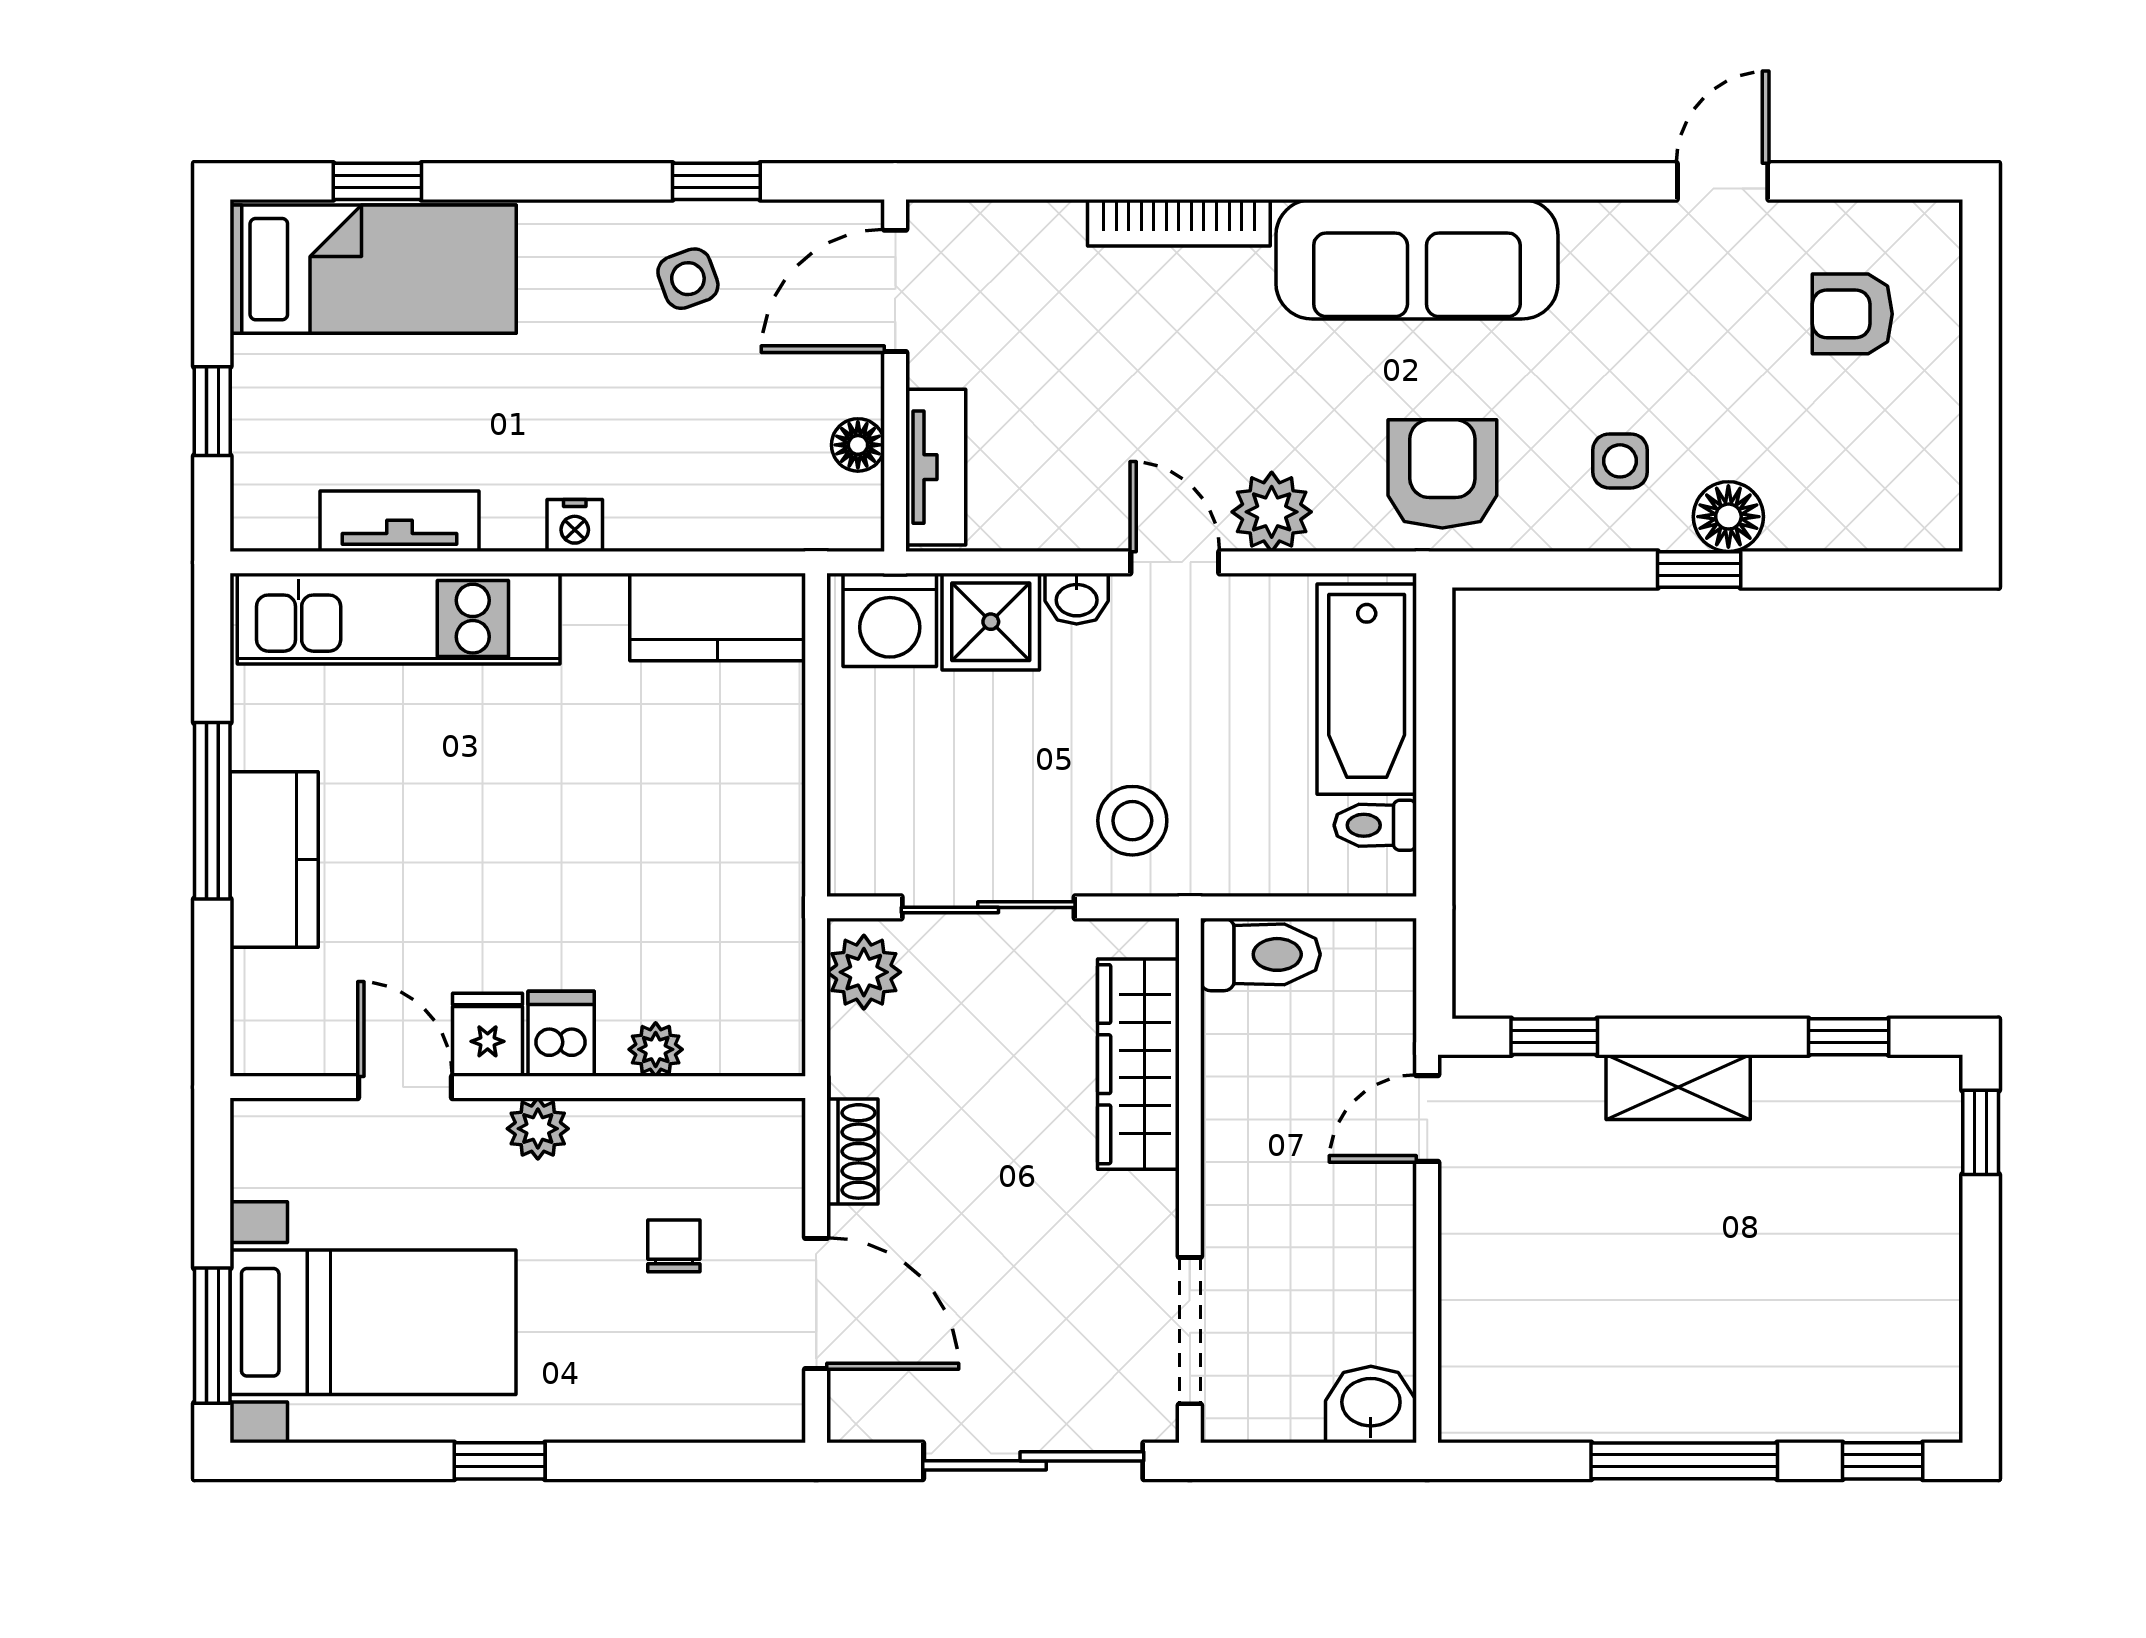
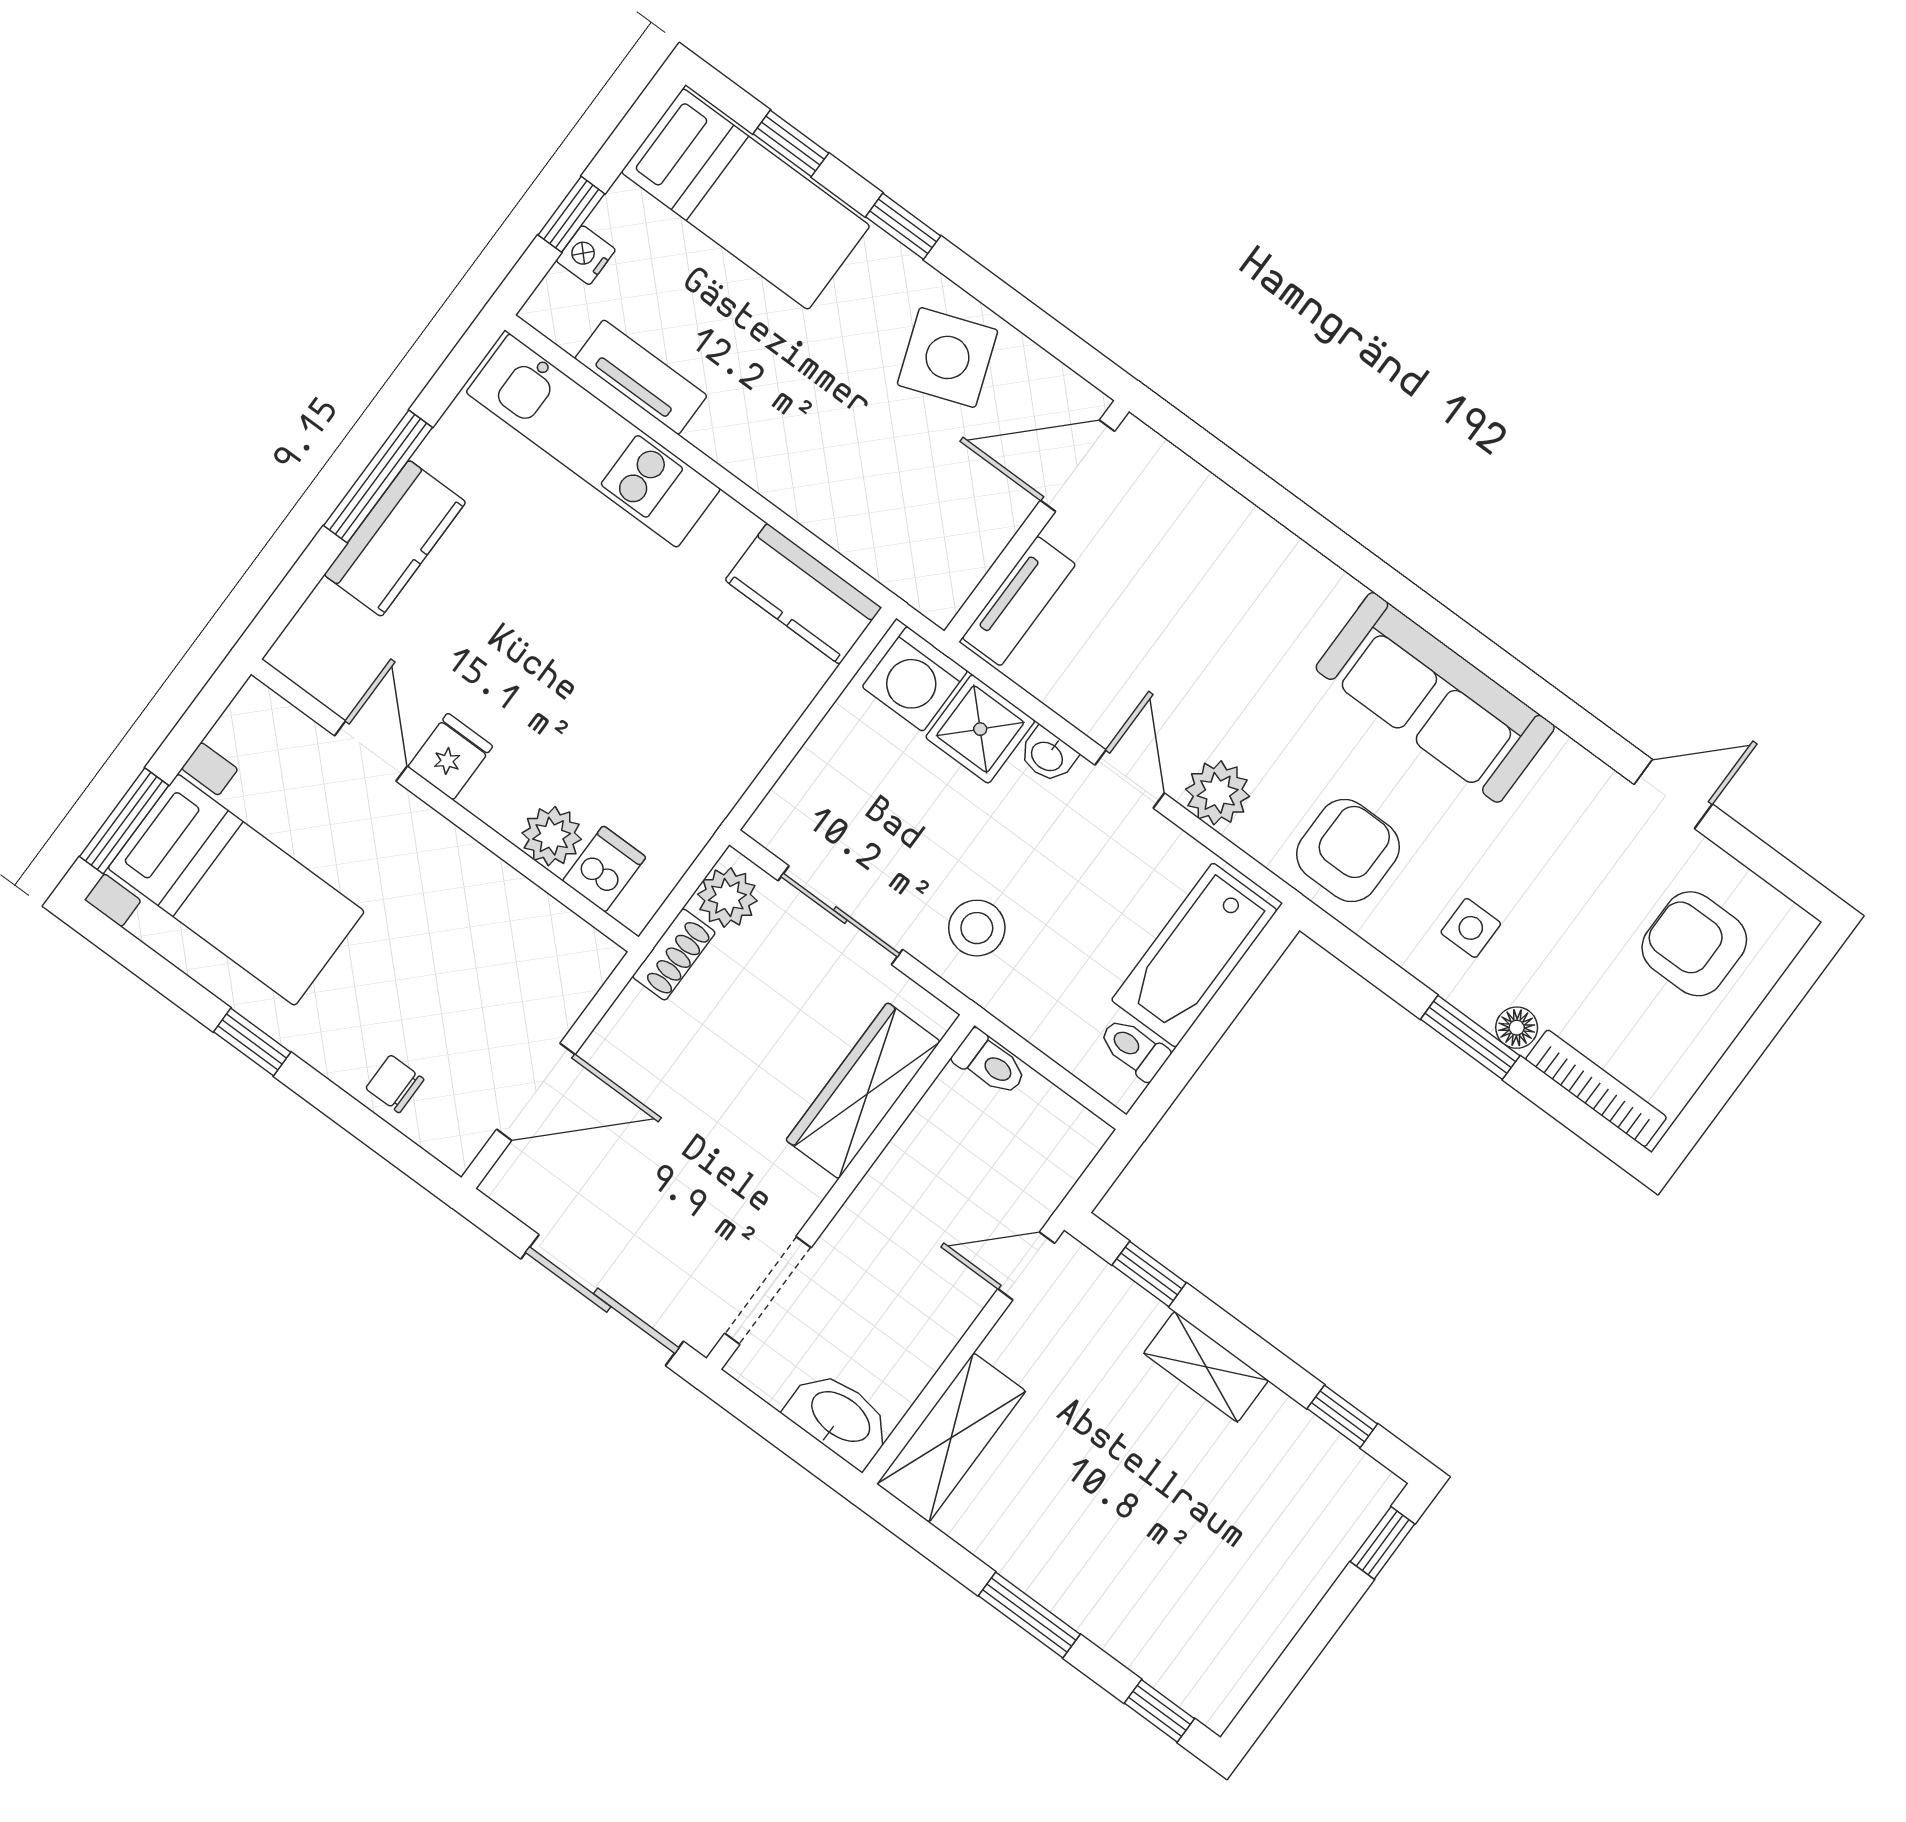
window: (716, 181) -> (903, 226), moved
bookcase: (1179, 223) -> (1596, 1088), moved, turned 180
side table: (688, 279) -> (948, 357), width x1.87, depth x1.87
armchair: (1852, 314) -> (1694, 944), width x1.38, depth x1.38
floor lamp: (858, 445) -> (979, 549), removed
floor lamp: (1728, 517) -> (1517, 1028), width x0.73, depth x0.73
nightstand: (575, 525) -> (586, 255), moved, turned 90
window: (1699, 570) -> (1470, 1037), width x1.50
toilet: (1260, 954) -> (990, 1063), width x0.73, depth x0.72
dishwasher: (561, 1034) -> (604, 869), moved
plant: (656, 1049) -> (552, 836), width x1.38, depth x1.38
plant: (538, 1129) -> (438, 842), removed
shoe rack: (852, 1151) -> (674, 954), moved
chair: (674, 1246) -> (395, 1084), moved, turned -90
door: (816, 1304) -> (536, 1092), hinge flipped
shelving: (1478, 1343) -> (951, 1438), added
washbasin: (1371, 1405) -> (840, 1418), width x1.38
window: (1684, 1461) -> (1029, 1615), width x0.69

